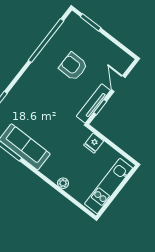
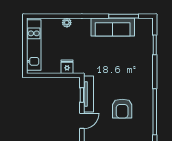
armchair: (73, 67) -> (122, 109), turned 90
door: (118, 84) -> (82, 121), hinge flipped

